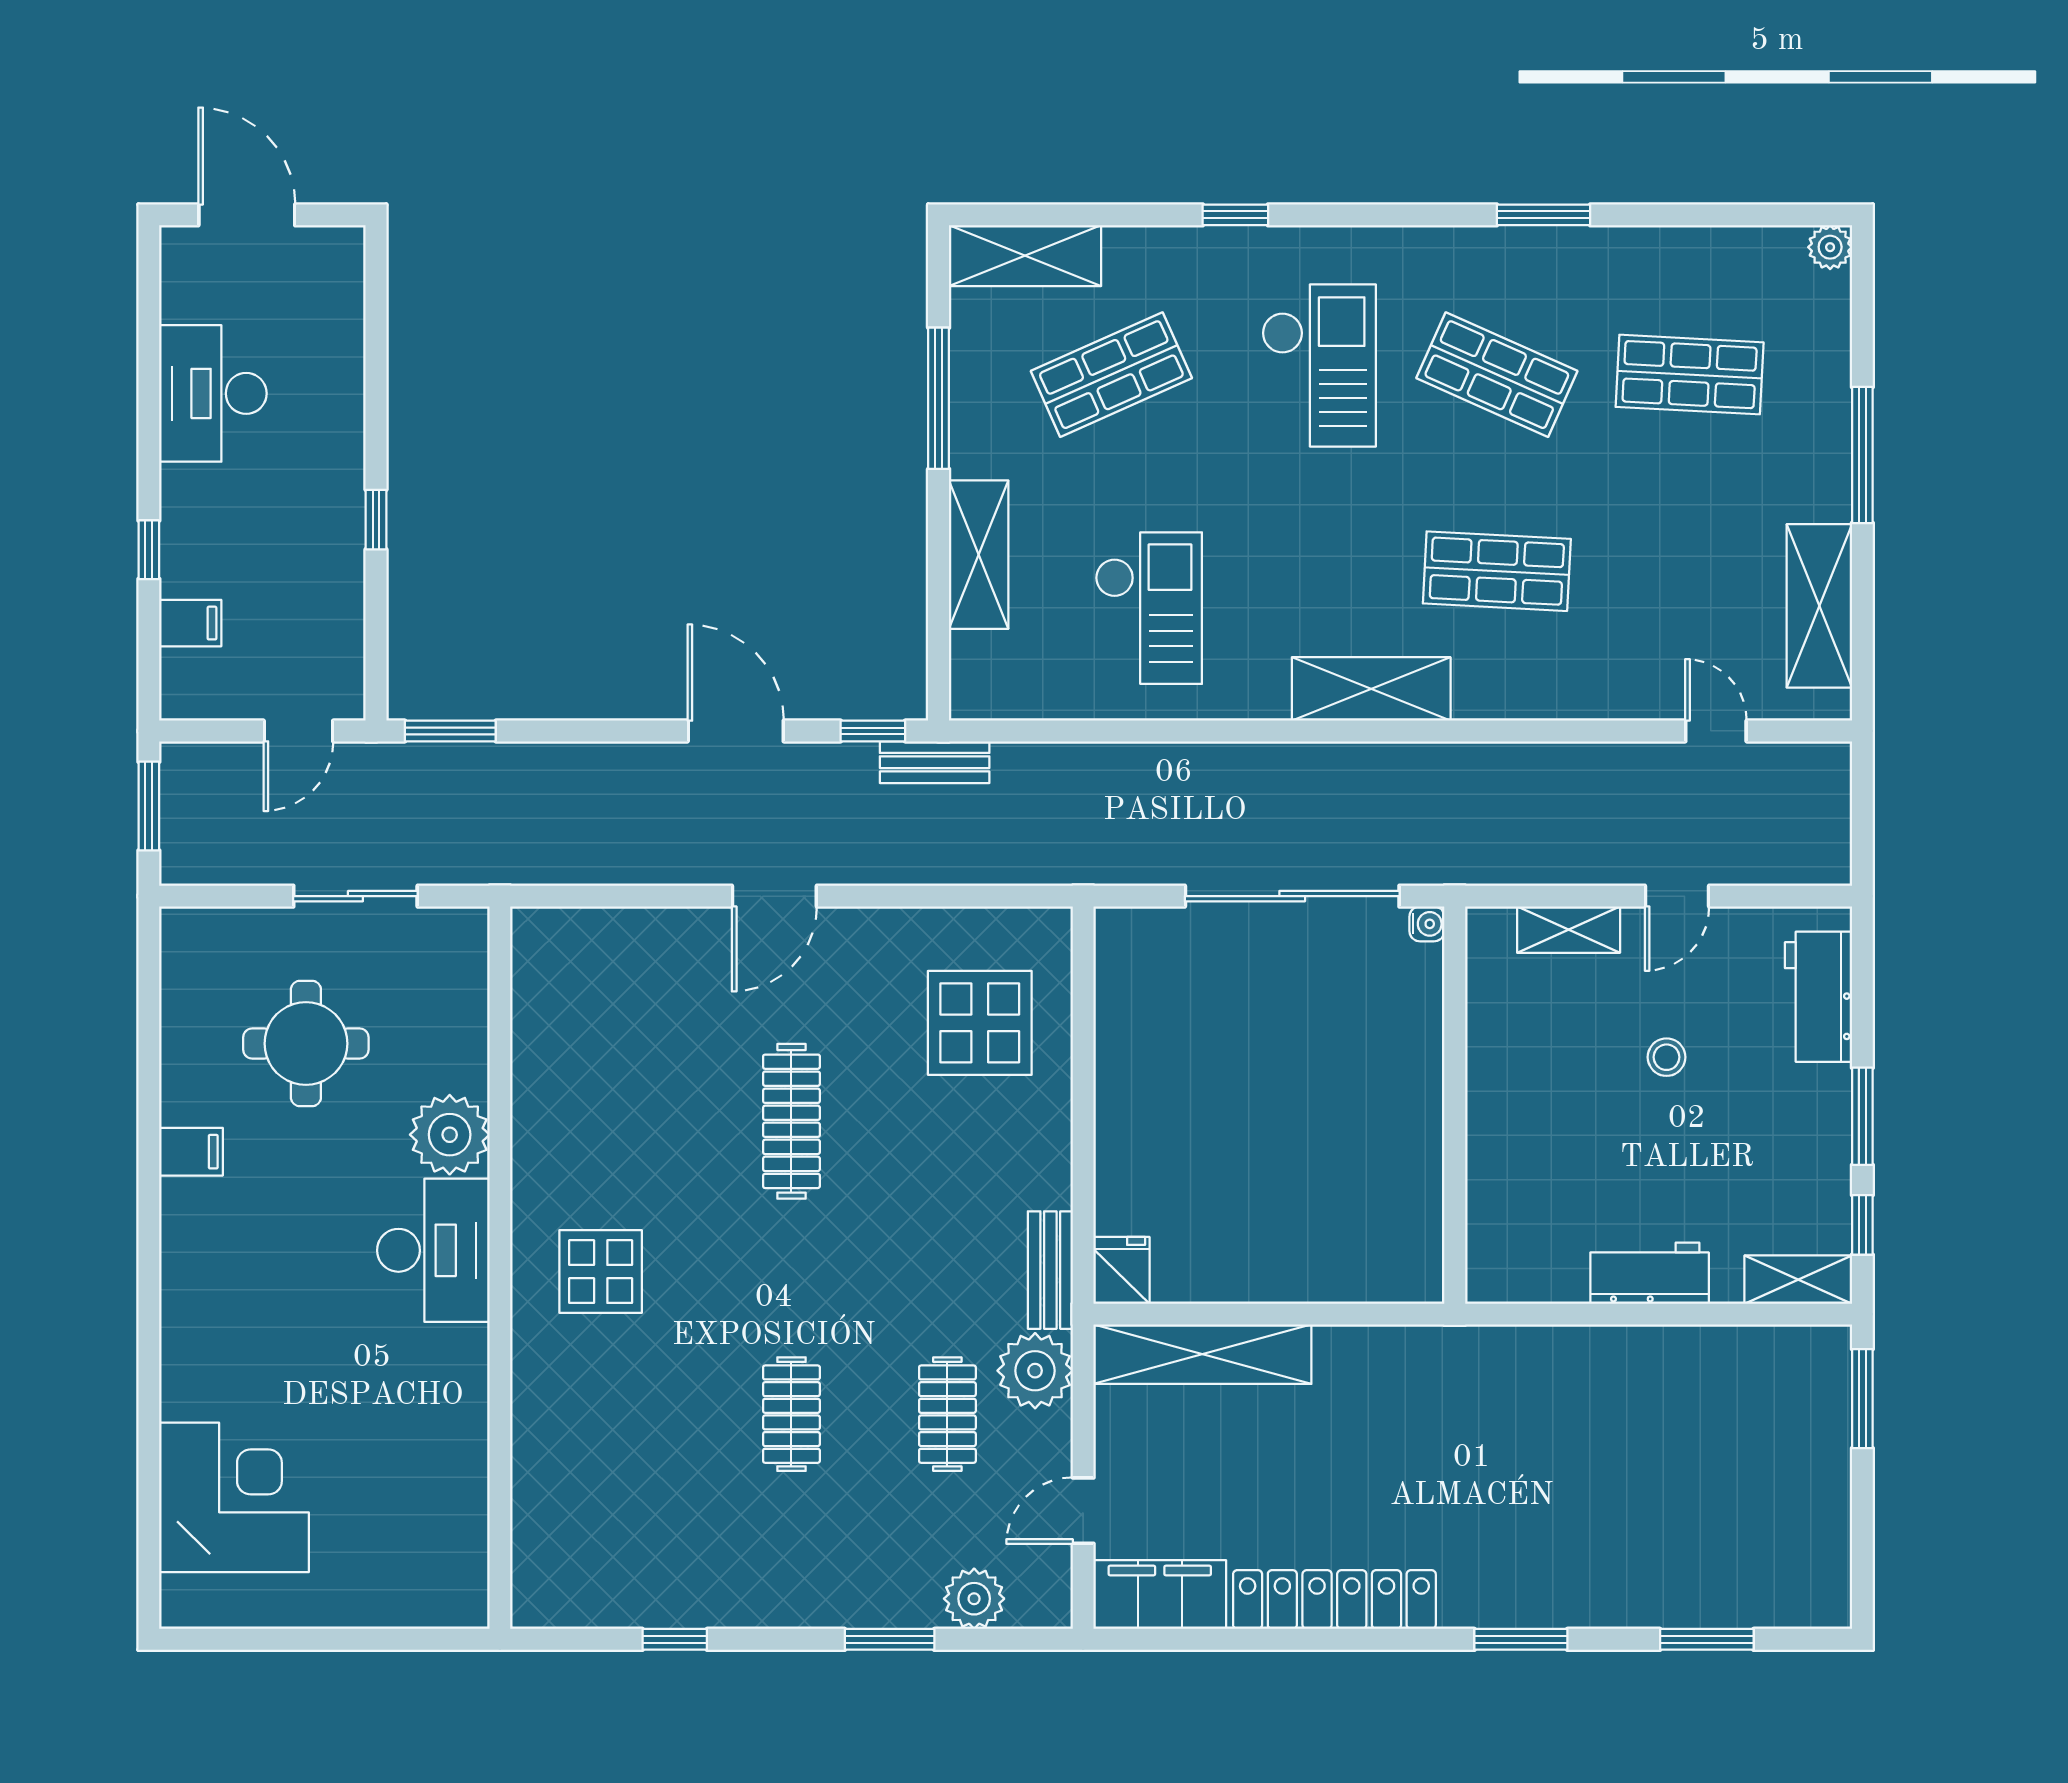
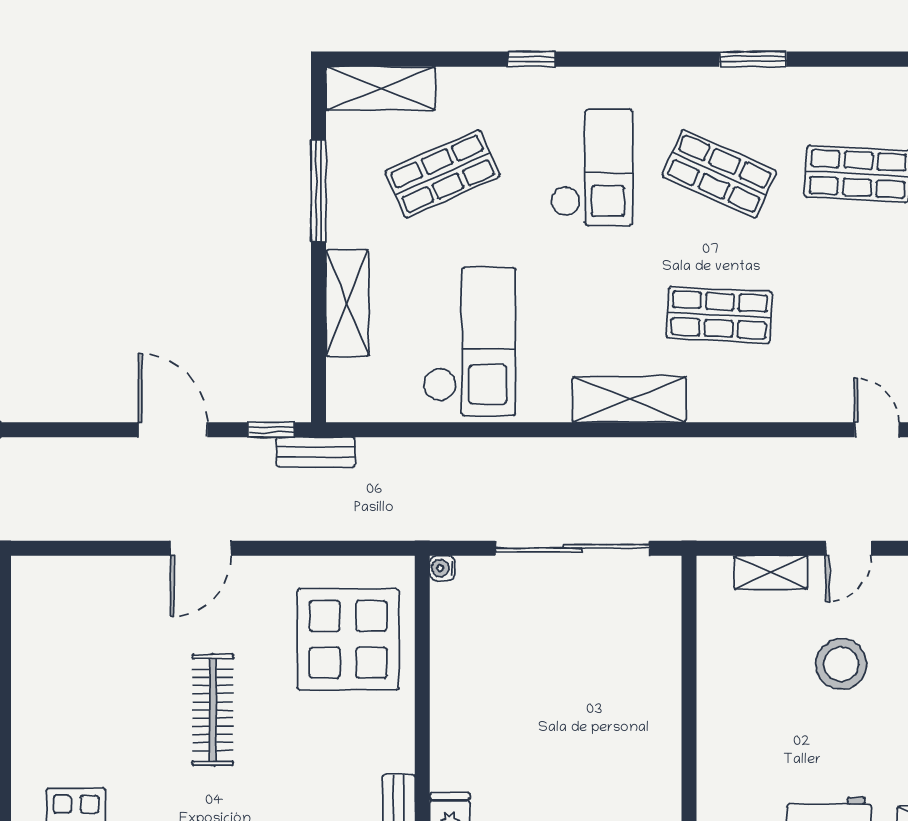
checkout: (1149, 608) -> (469, 341), width x1.36, depth x1.21
water cooler: (1427, 924) -> (442, 568), moved, turned 180
display table: (980, 1023) -> (348, 639), width x1.36, depth x1.36
stool: (1667, 1057) -> (841, 664), width x1.89, depth x1.89

